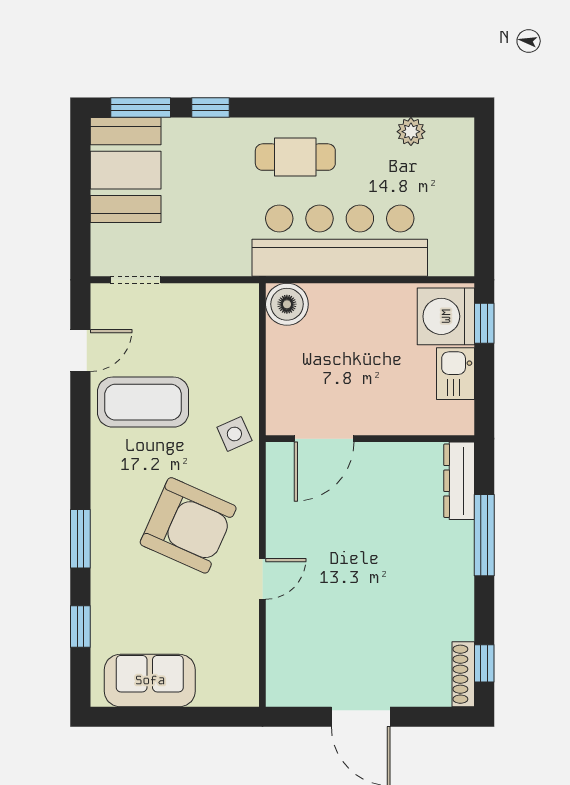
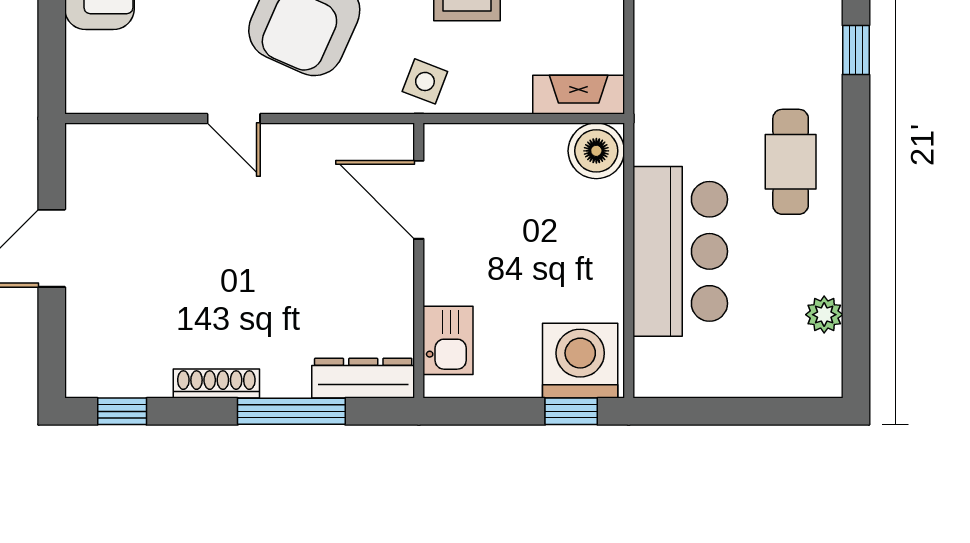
bar counter: (340, 241) -> (680, 251), width x0.73
fireplace: (244, 318) -> (579, 95), added
kitchen sink: (455, 374) -> (448, 340), moved, turned 90
side table: (234, 434) -> (425, 81), turned 45
shoe rack: (463, 674) -> (216, 384), moved

